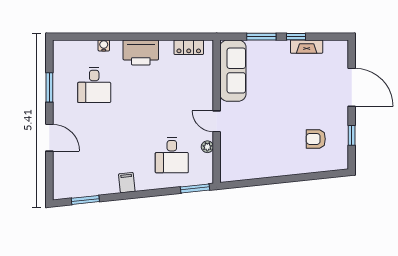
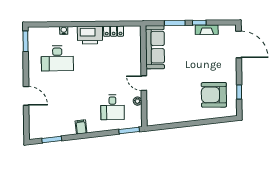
locker: (189, 47) -> (114, 31), moved
desk: (94, 85) -> (57, 58), width x1.37
window: (49, 87) -> (26, 41), moved
door: (352, 87) -> (239, 44), moved
armchair: (316, 139) -> (214, 95), width x1.88, depth x1.88

